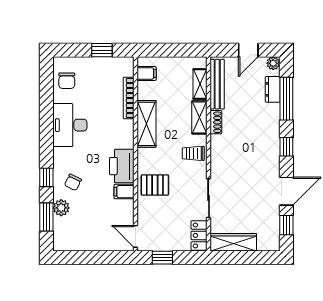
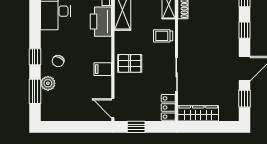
printer: (122, 166) -> (101, 22), moved

